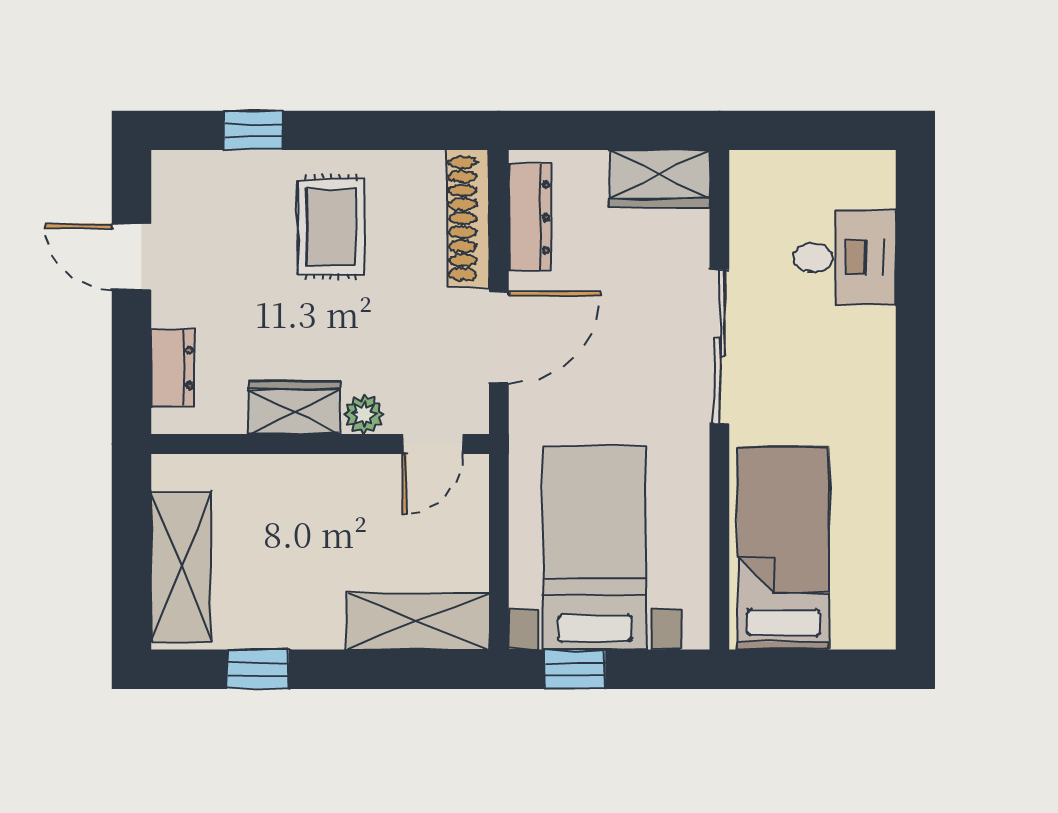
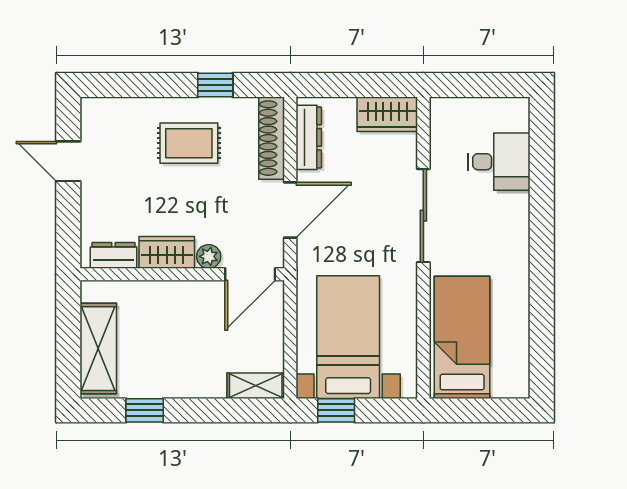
window: (253, 130) -> (215, 85), moved
rug: (331, 227) -> (189, 143), turned 90
dresser: (173, 368) -> (113, 255), moved, turned -90
door: (433, 444) -> (250, 274), width x1.38
shelving: (418, 621) -> (256, 386), width x0.67, depth x0.75

